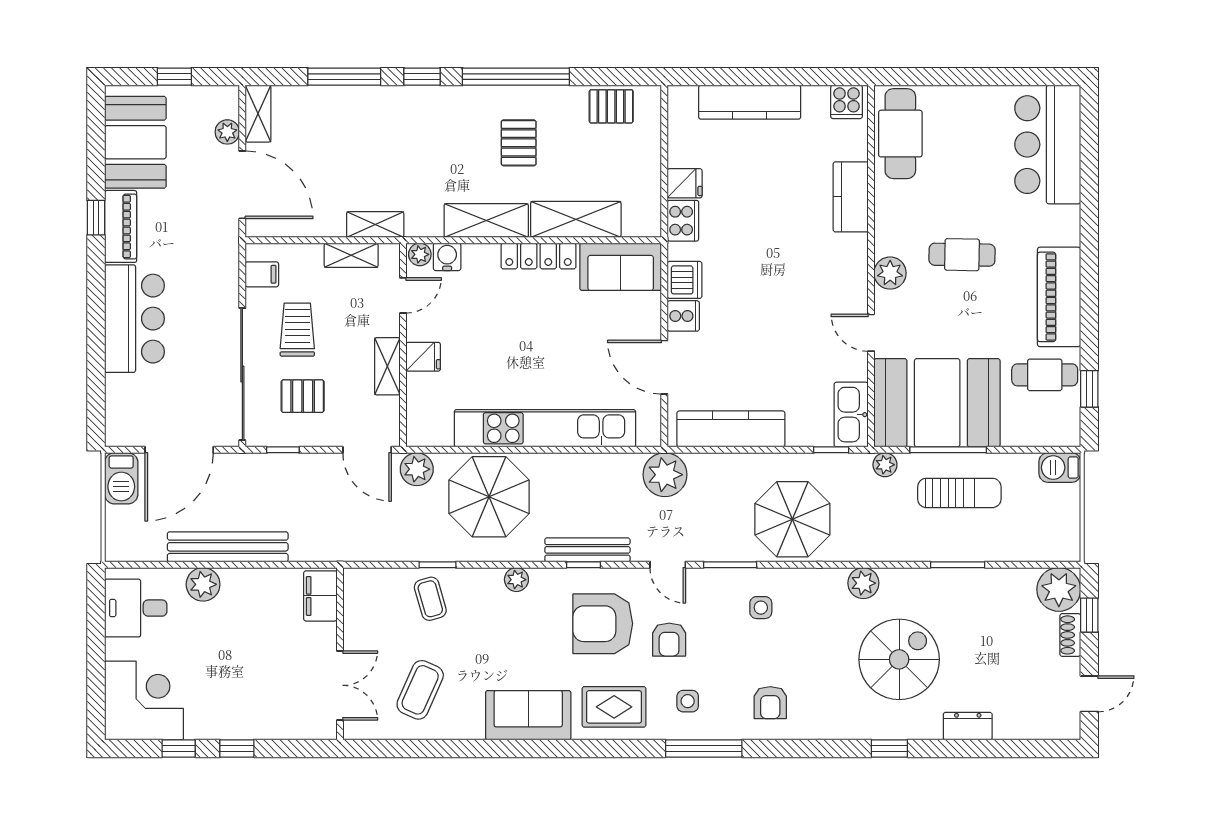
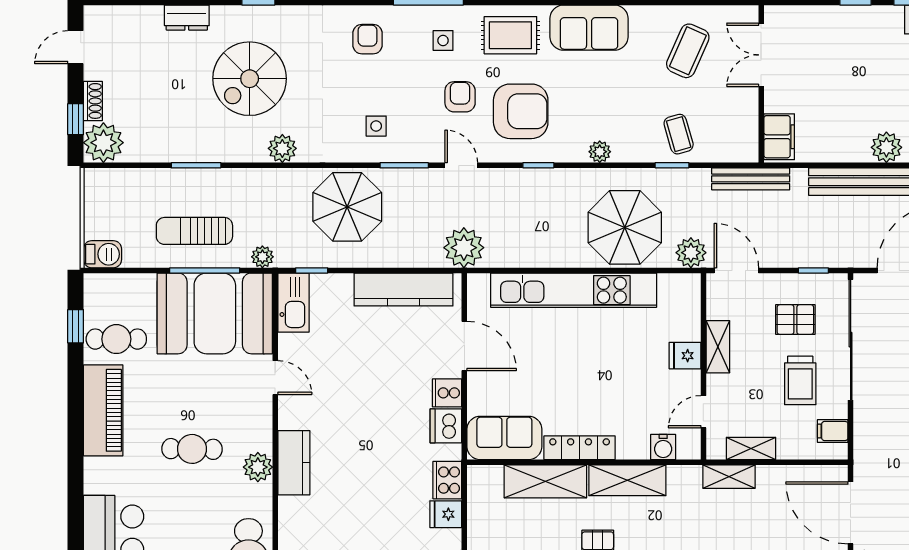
kitchen counter: (851, 197) -> (294, 463), moved
plant: (420, 254) -> (688, 449), removed
plant: (890, 273) -> (258, 467), moved
bench: (587, 550) -> (751, 179), moved

